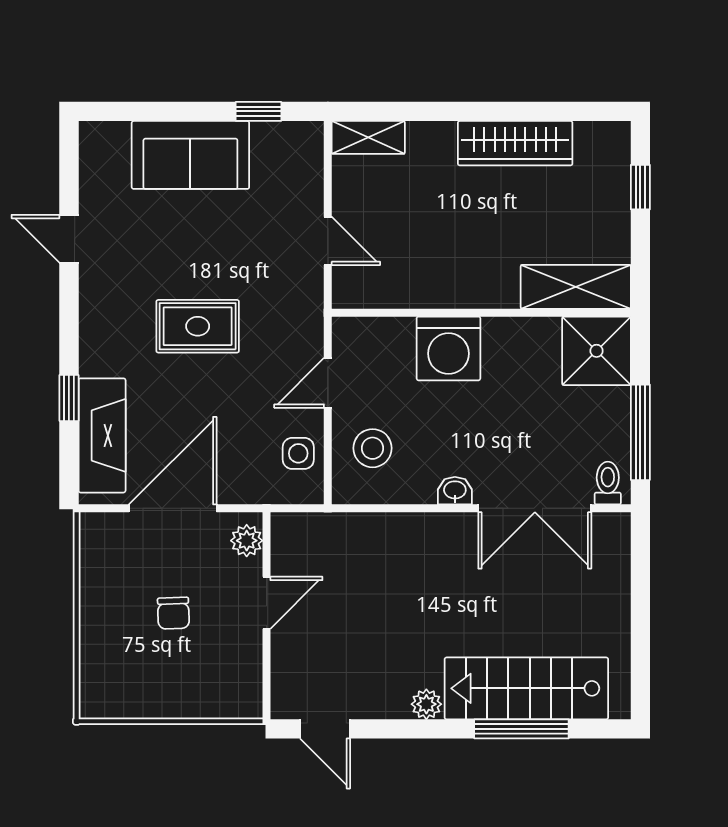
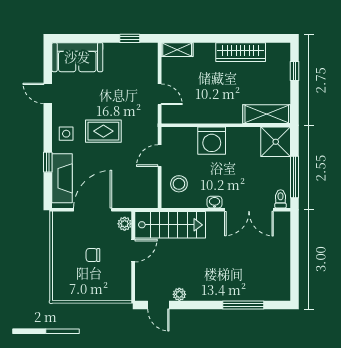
sofa: (190, 155) -> (77, 57), moved
side table: (298, 453) -> (66, 134), moved
chair: (173, 613) -> (93, 255), turned 92
stairs: (526, 688) -> (170, 225), moved, turned 180
plant: (426, 704) -> (179, 294), moved

